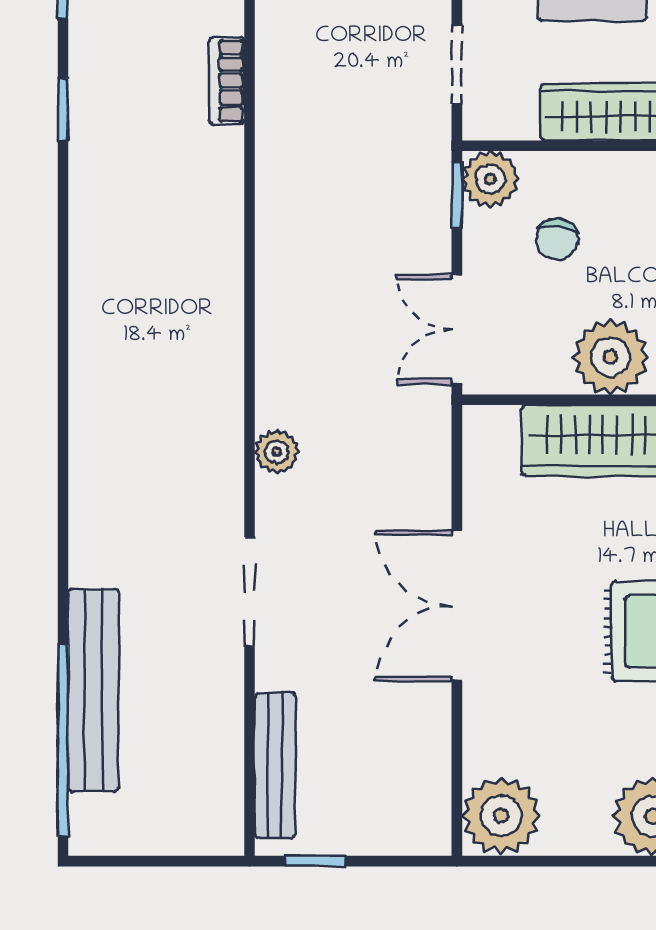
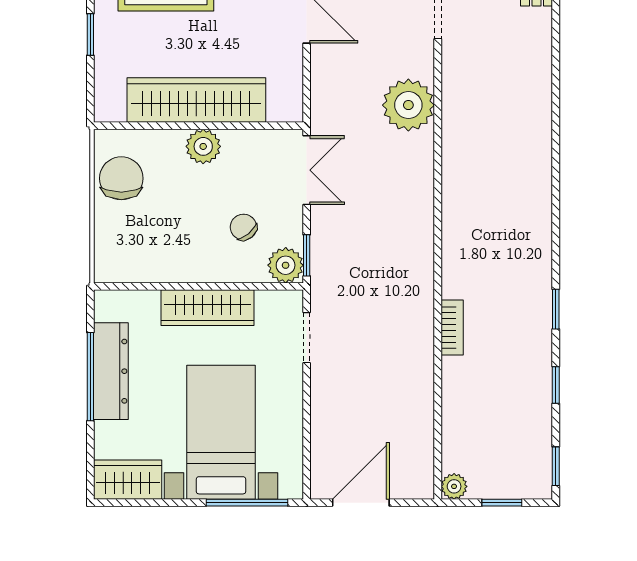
chair: (557, 239) -> (243, 227), turned -47
plant: (611, 357) -> (203, 146), width x0.73, depth x0.73
plant: (277, 452) -> (408, 105), width x1.88, depth x1.88

